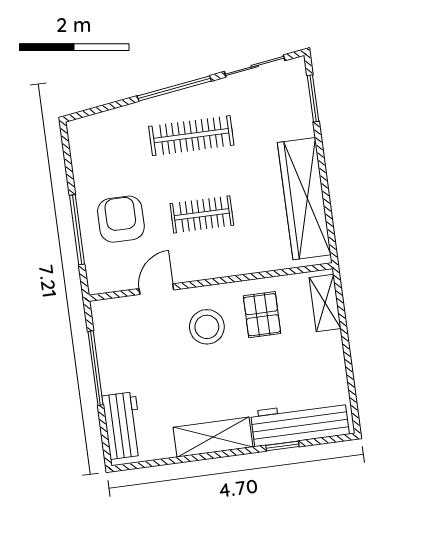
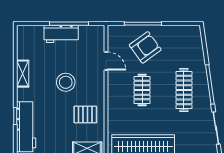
armchair: (121, 219) -> (145, 47), turned -36
stool: (207, 327) -> (66, 82), moved
workbench: (123, 426) -> (61, 34), moved
shelving: (213, 437) -> (23, 74), width x0.67, depth x0.75

